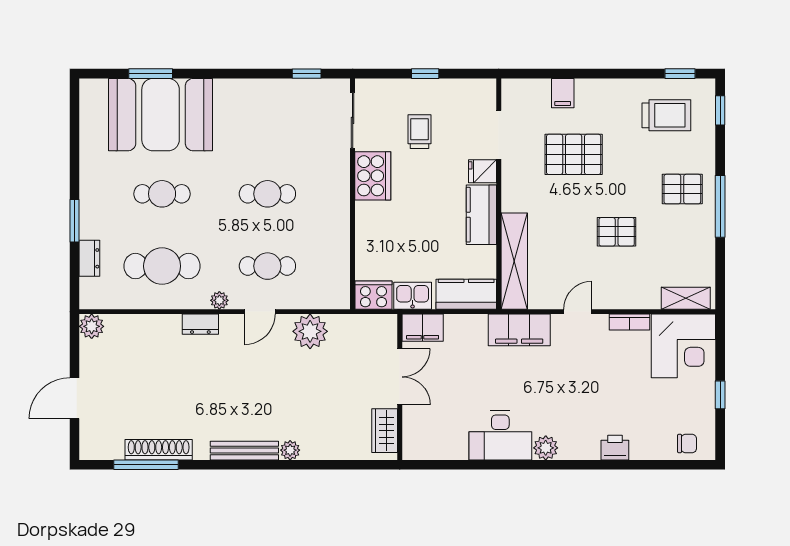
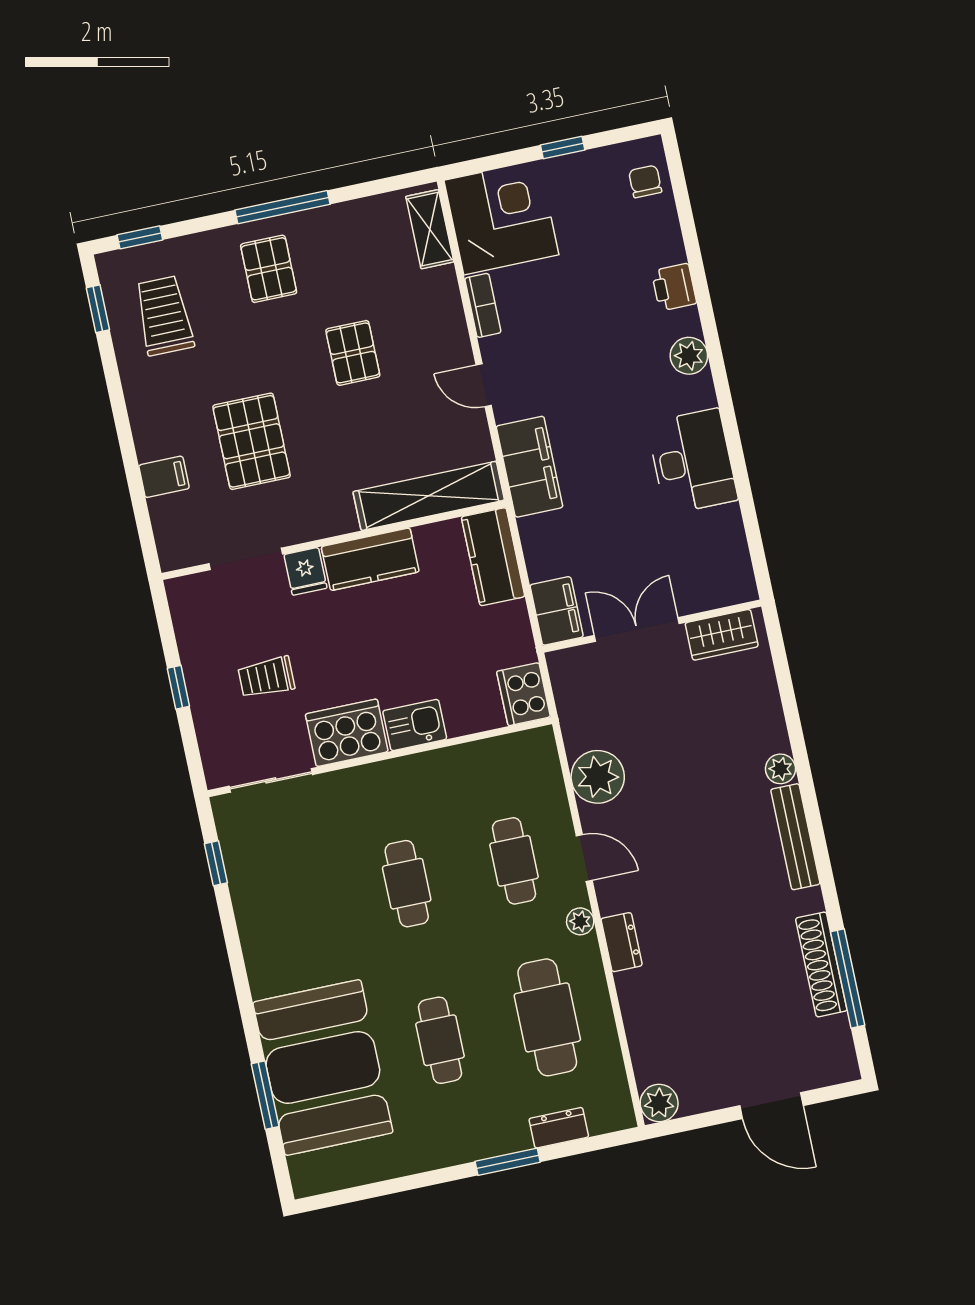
kitchen sink: (413, 296) -> (415, 725), moved, turned 90
plant: (546, 448) -> (689, 356), moved

